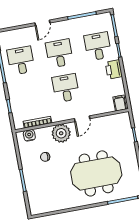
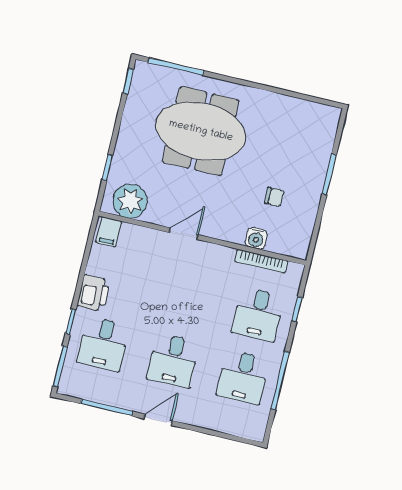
door: (42, 23) -> (158, 420), moved
desk: (66, 88) -> (258, 314), moved
plant: (61, 133) -> (130, 201), moved
water cooler: (29, 135) -> (256, 238), moved

